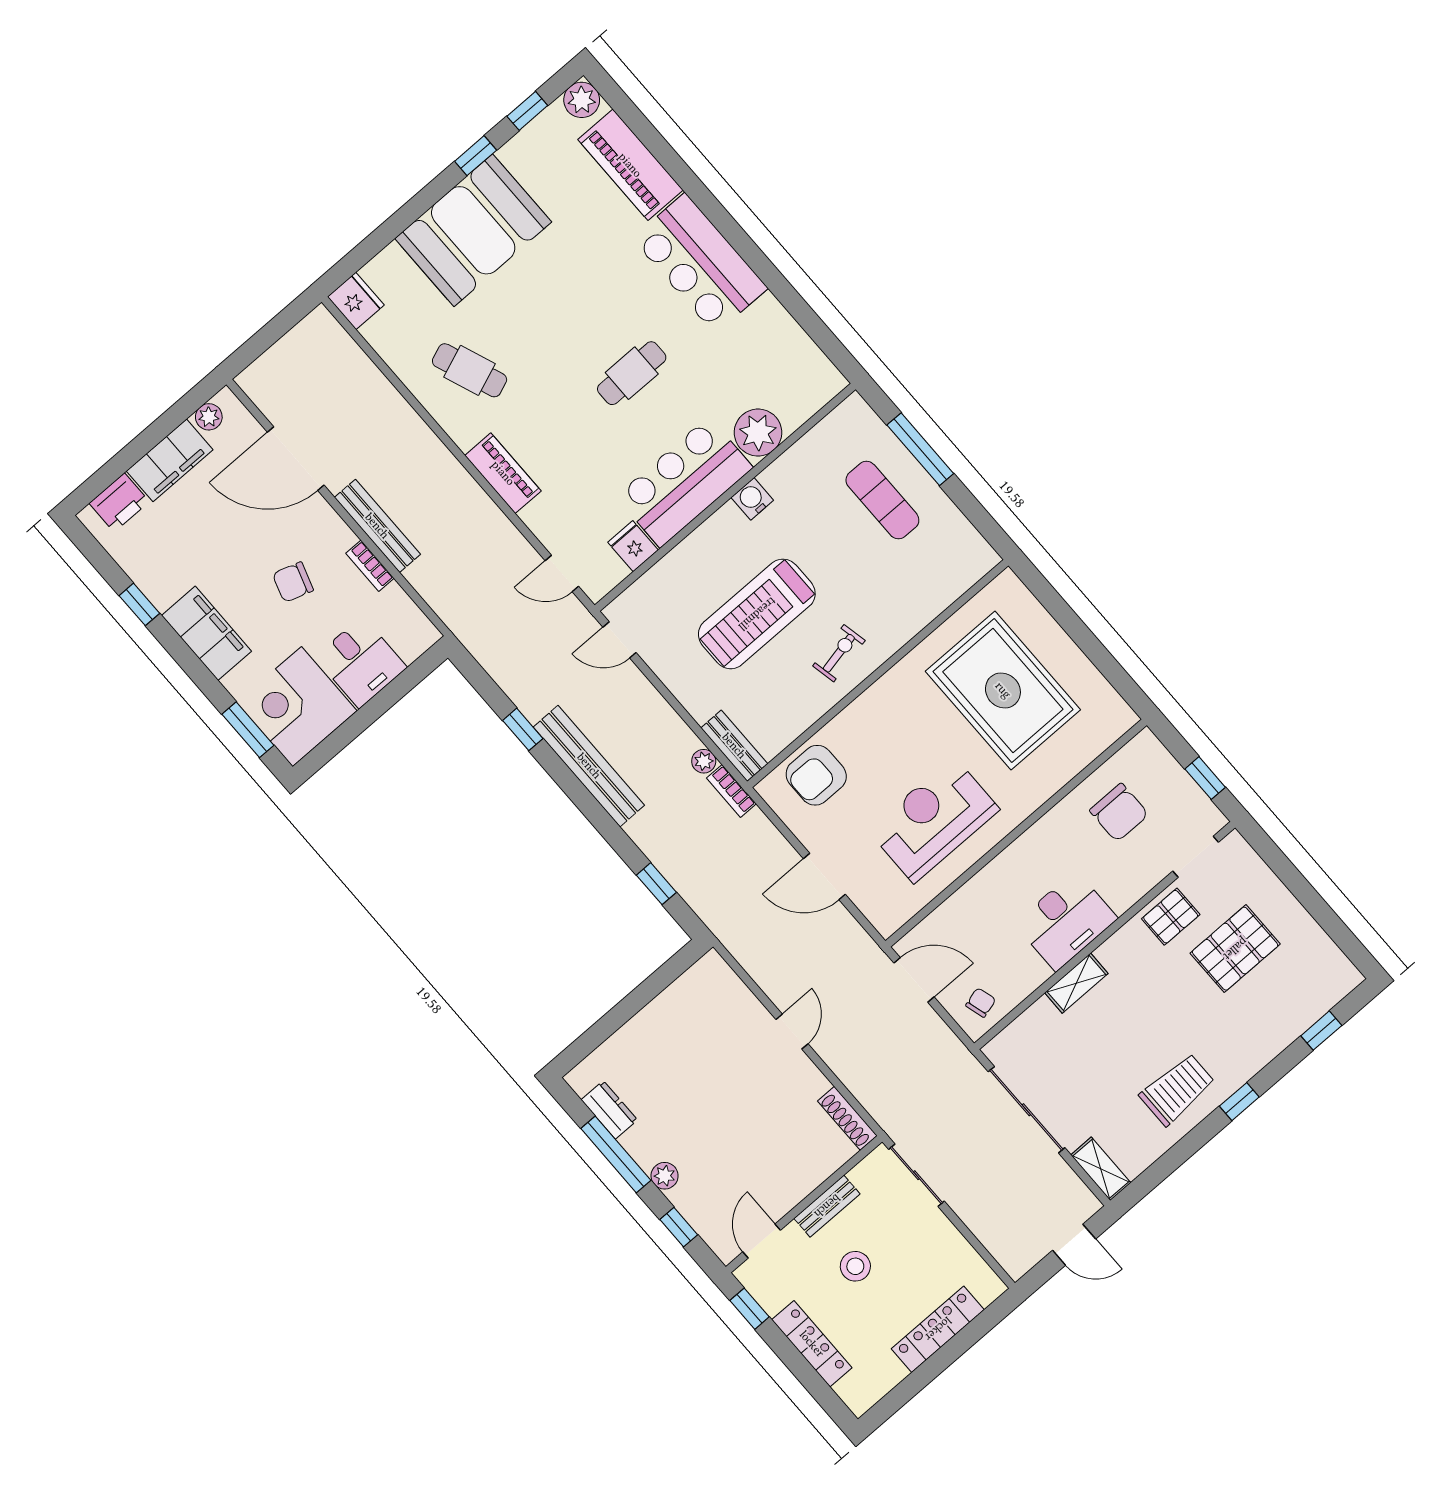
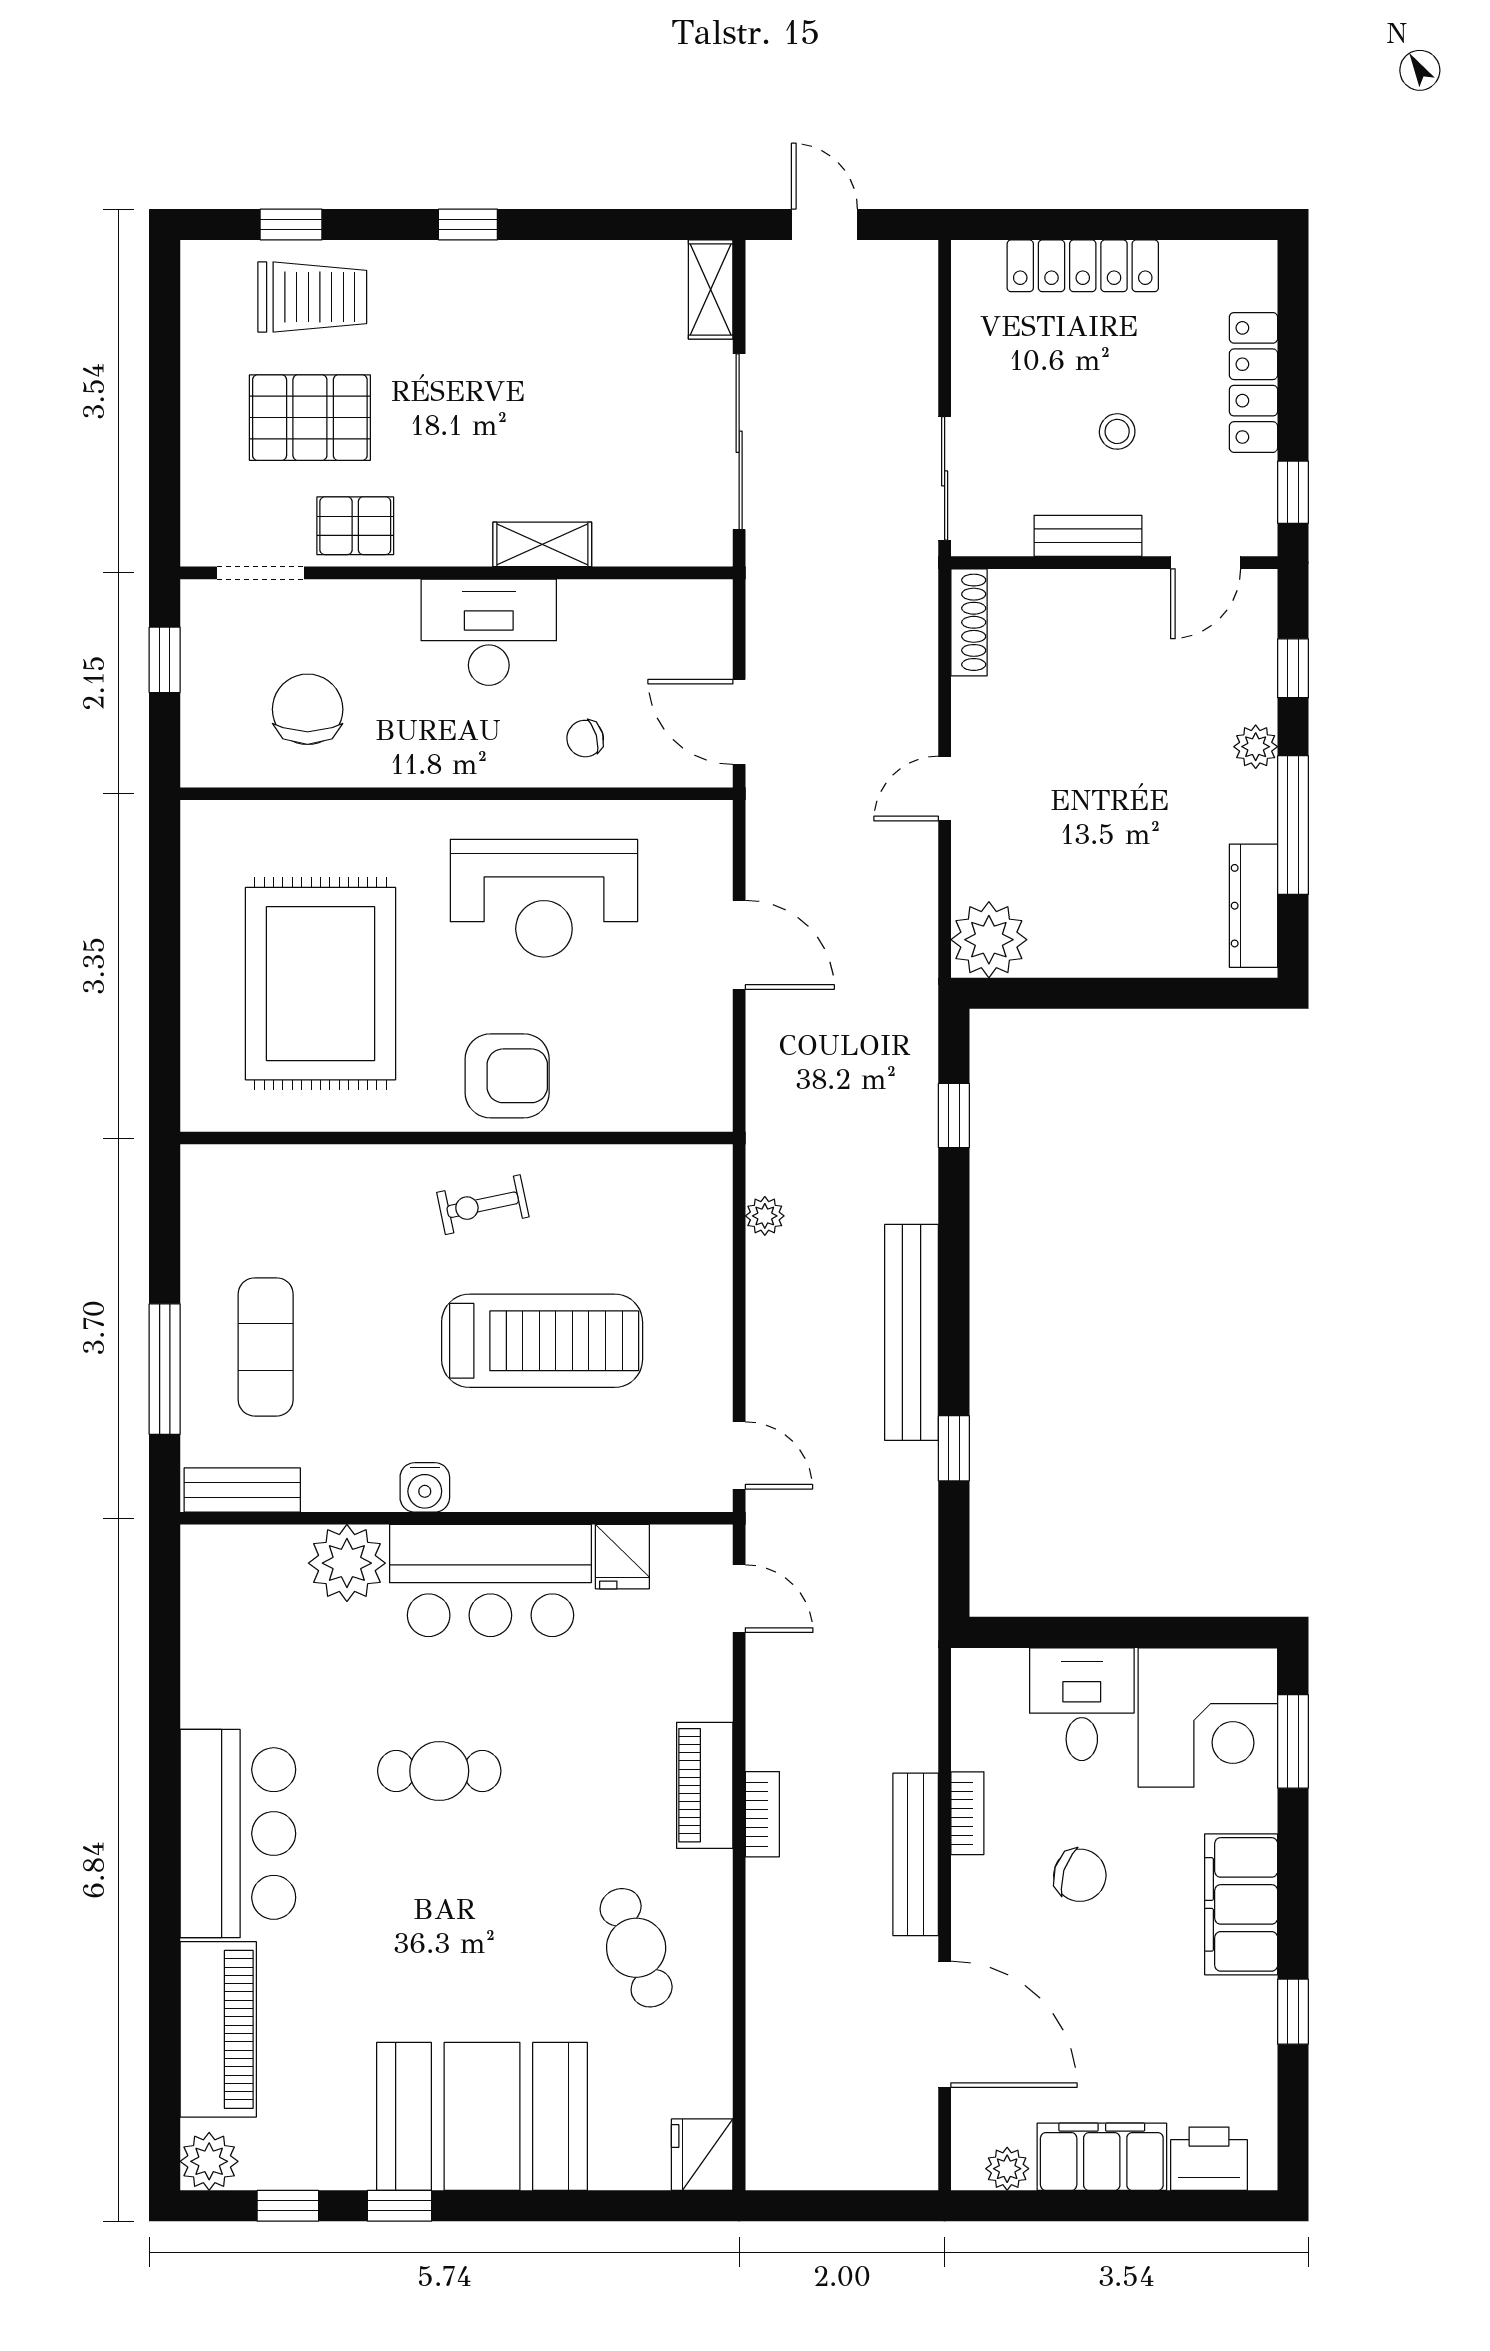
bench: (734, 746) -> (242, 1490), moved, turned 90
armchair: (816, 775) -> (507, 1076), moved
bookcase: (731, 791) -> (762, 1814), moved
plant: (711, 979) -> (989, 940), added
chair: (981, 1003) -> (585, 739), moved
trolley: (1177, 1089) -> (312, 297), moved, turned 180
dresser: (609, 1110) -> (1253, 906), width x1.44
stool: (855, 1266) -> (1117, 431), width x0.73, depth x0.73

